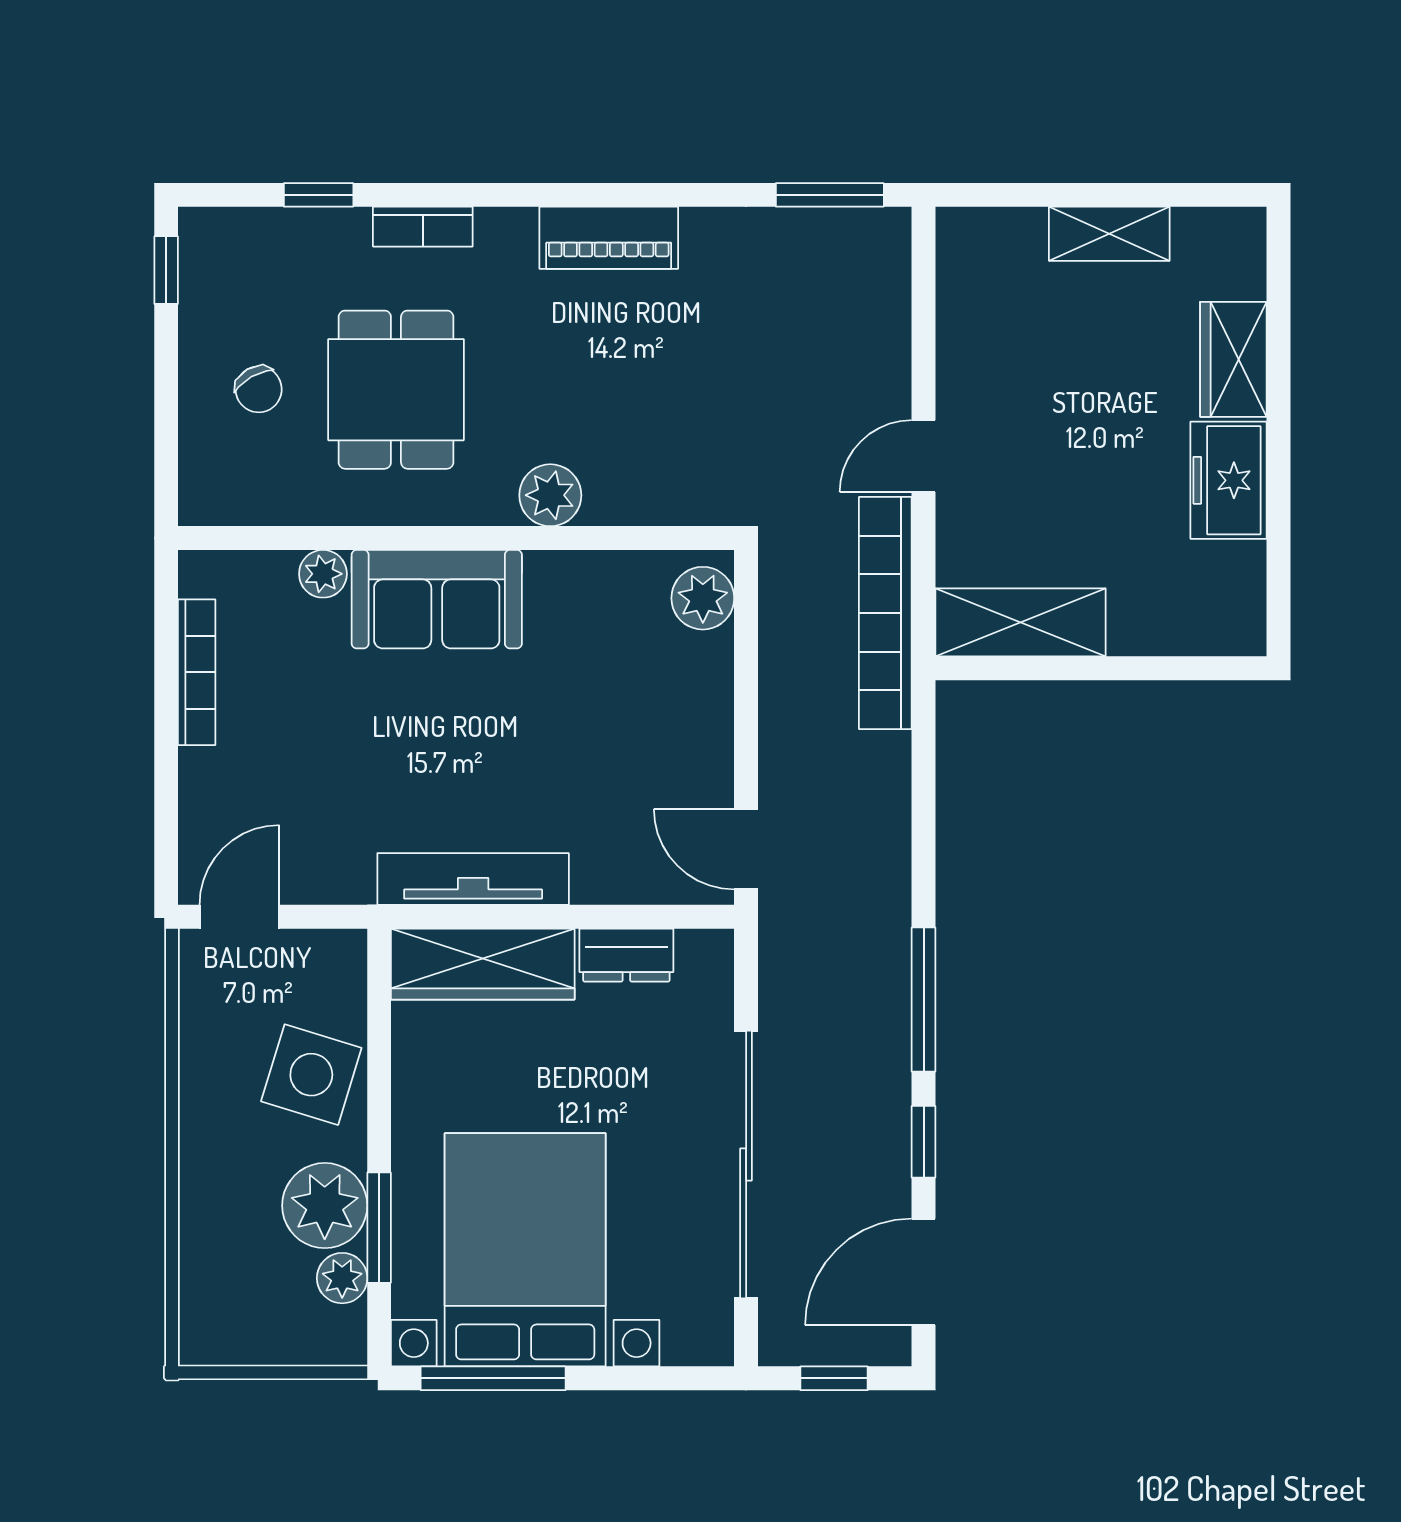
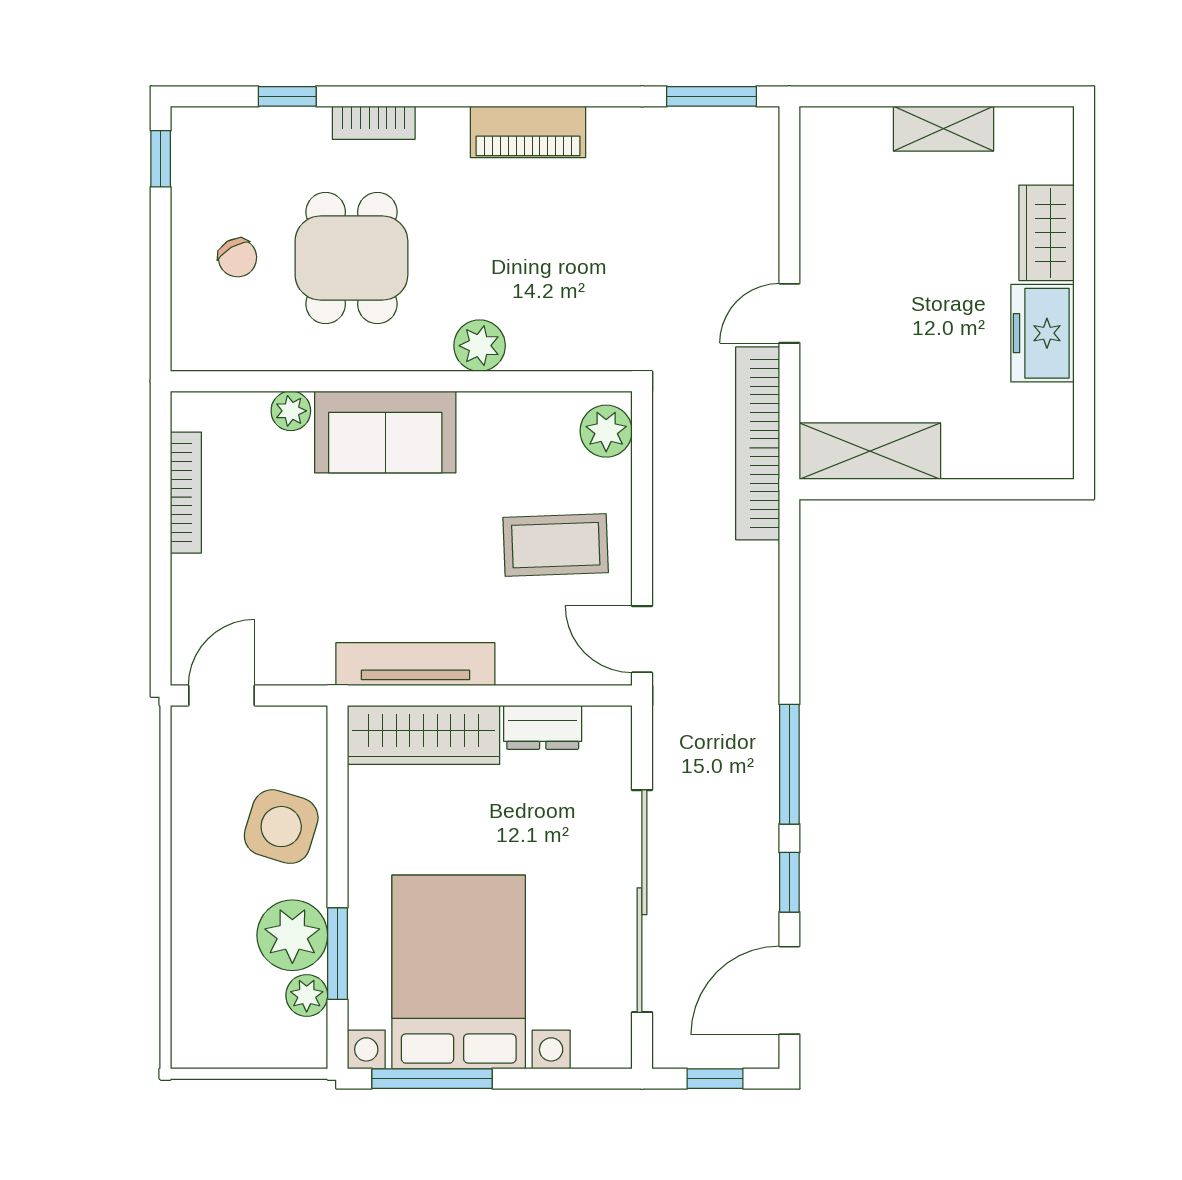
coffee table: (642, 735) -> (556, 545), added

